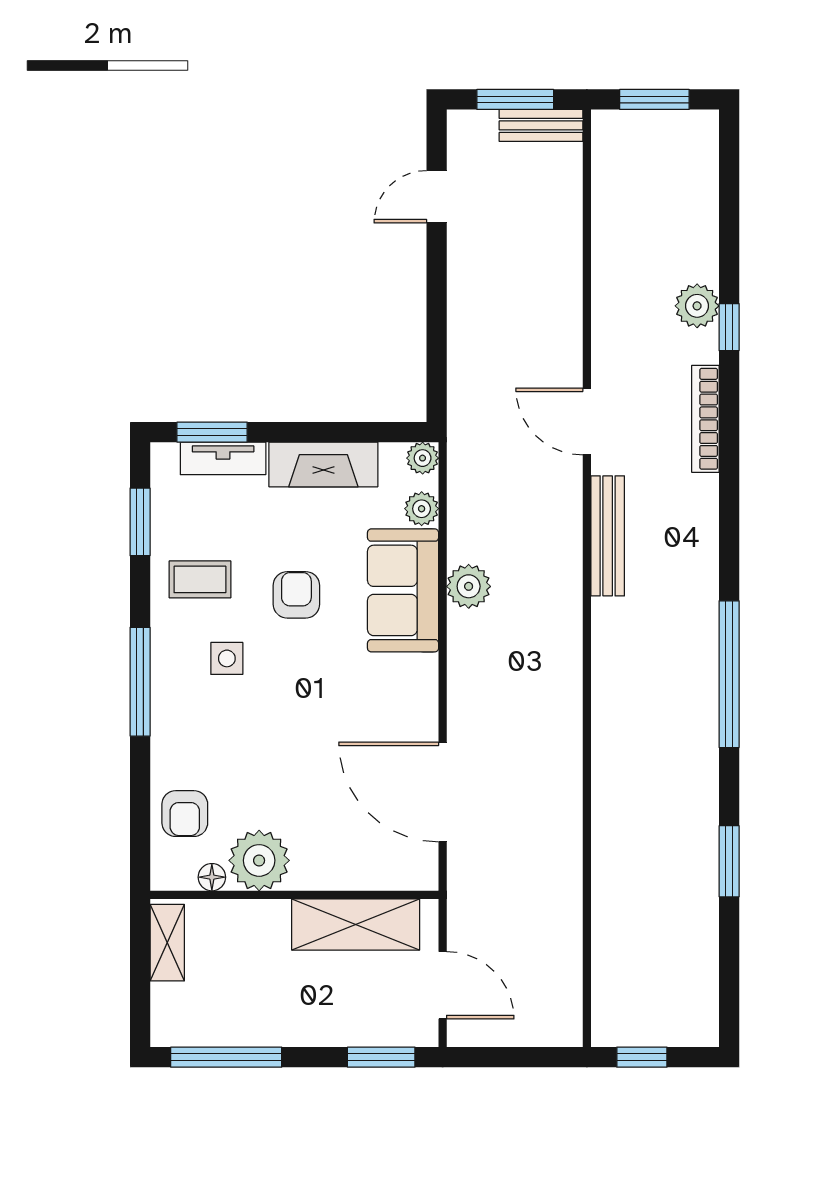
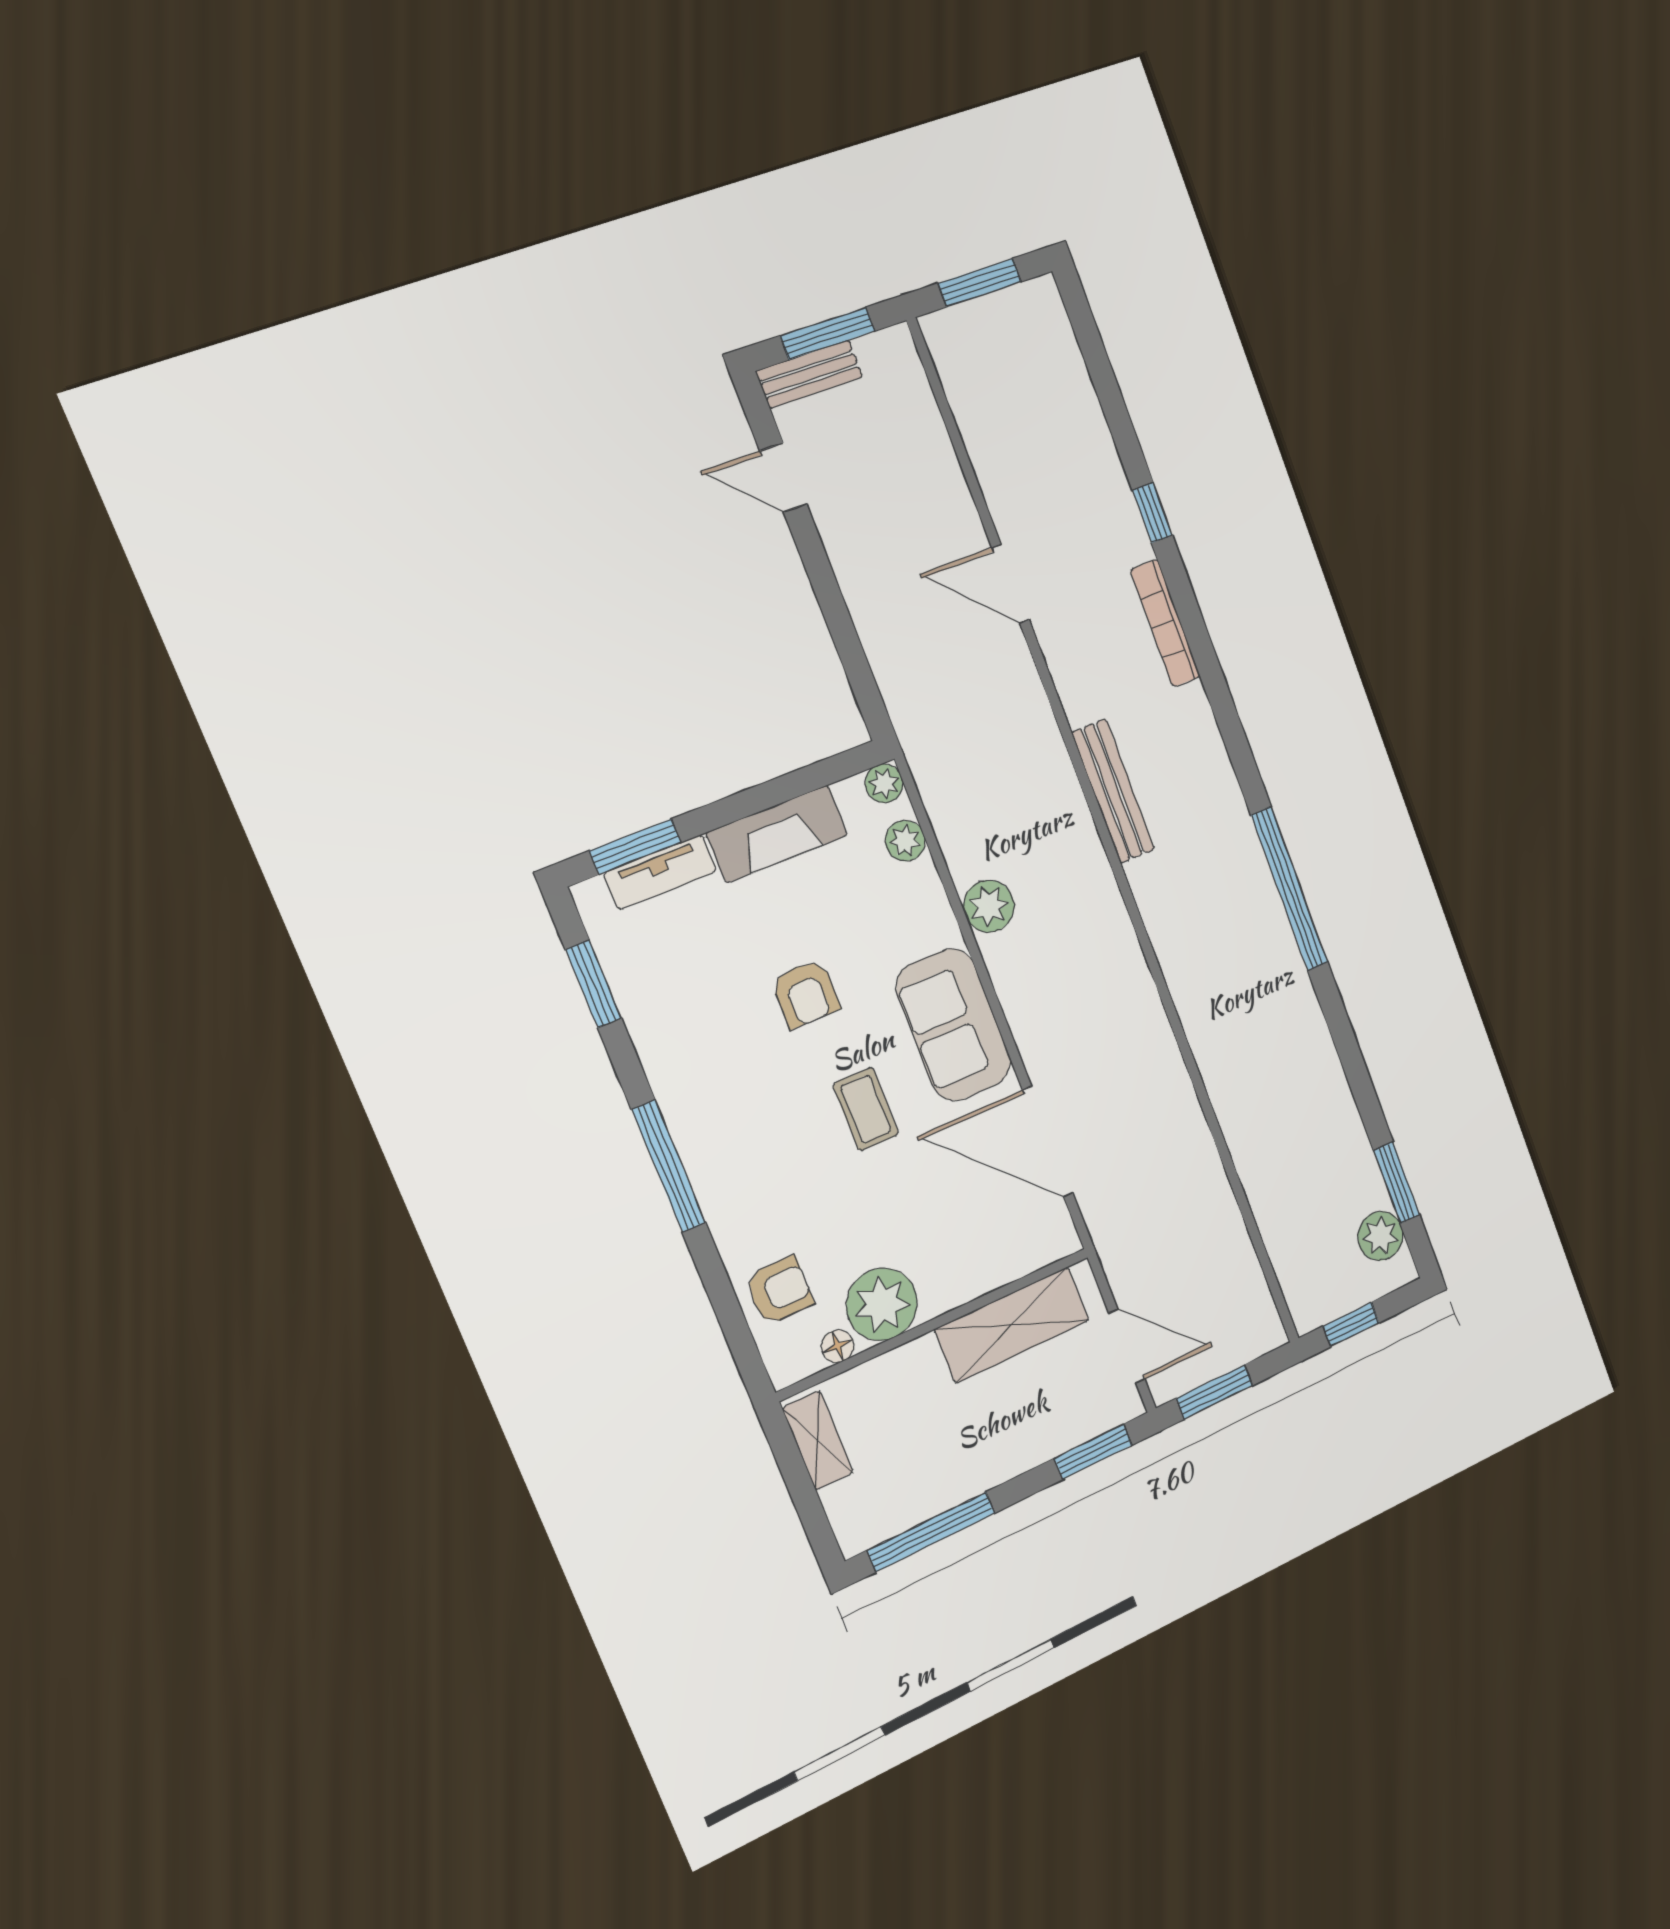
bench: (541, 125) -> (809, 374), moved
door: (437, 197) -> (783, 478), hinge flipped
plant: (697, 306) -> (1380, 1236), moved
door: (587, 421) -> (1010, 584), moved
coffee table: (200, 579) -> (866, 1109), moved, turned 90
sofa: (403, 590) -> (954, 1025), moved
armchair: (296, 595) -> (806, 994), turned 180
side table: (227, 658) -> (757, 1098), removed
armchair: (185, 814) -> (779, 1290), turned -90
window: (729, 861) -> (1397, 1183), moved
window: (502, 1057) -> (1215, 1392), added

